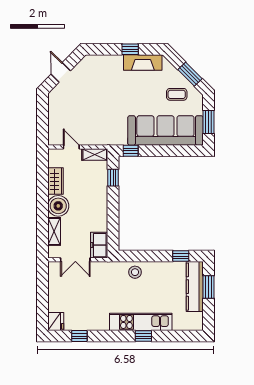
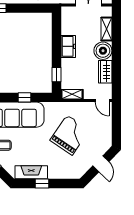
grand piano: (98, 106) -> (70, 135), added
door: (71, 147) -> (102, 101), moved
window: (131, 151) -> (25, 97), moved
freezer: (99, 245) -> (68, 46), moved

